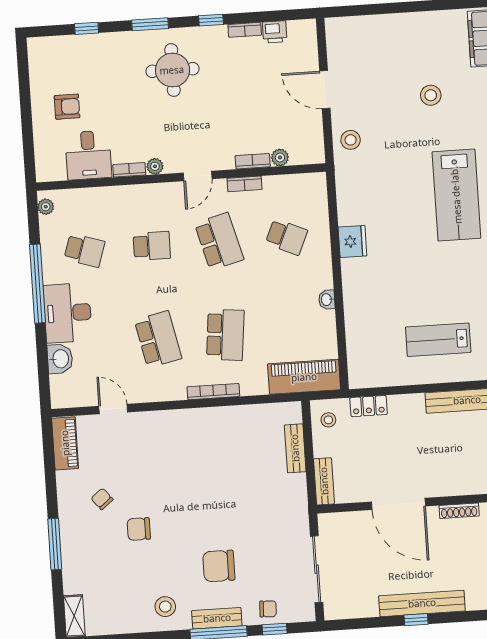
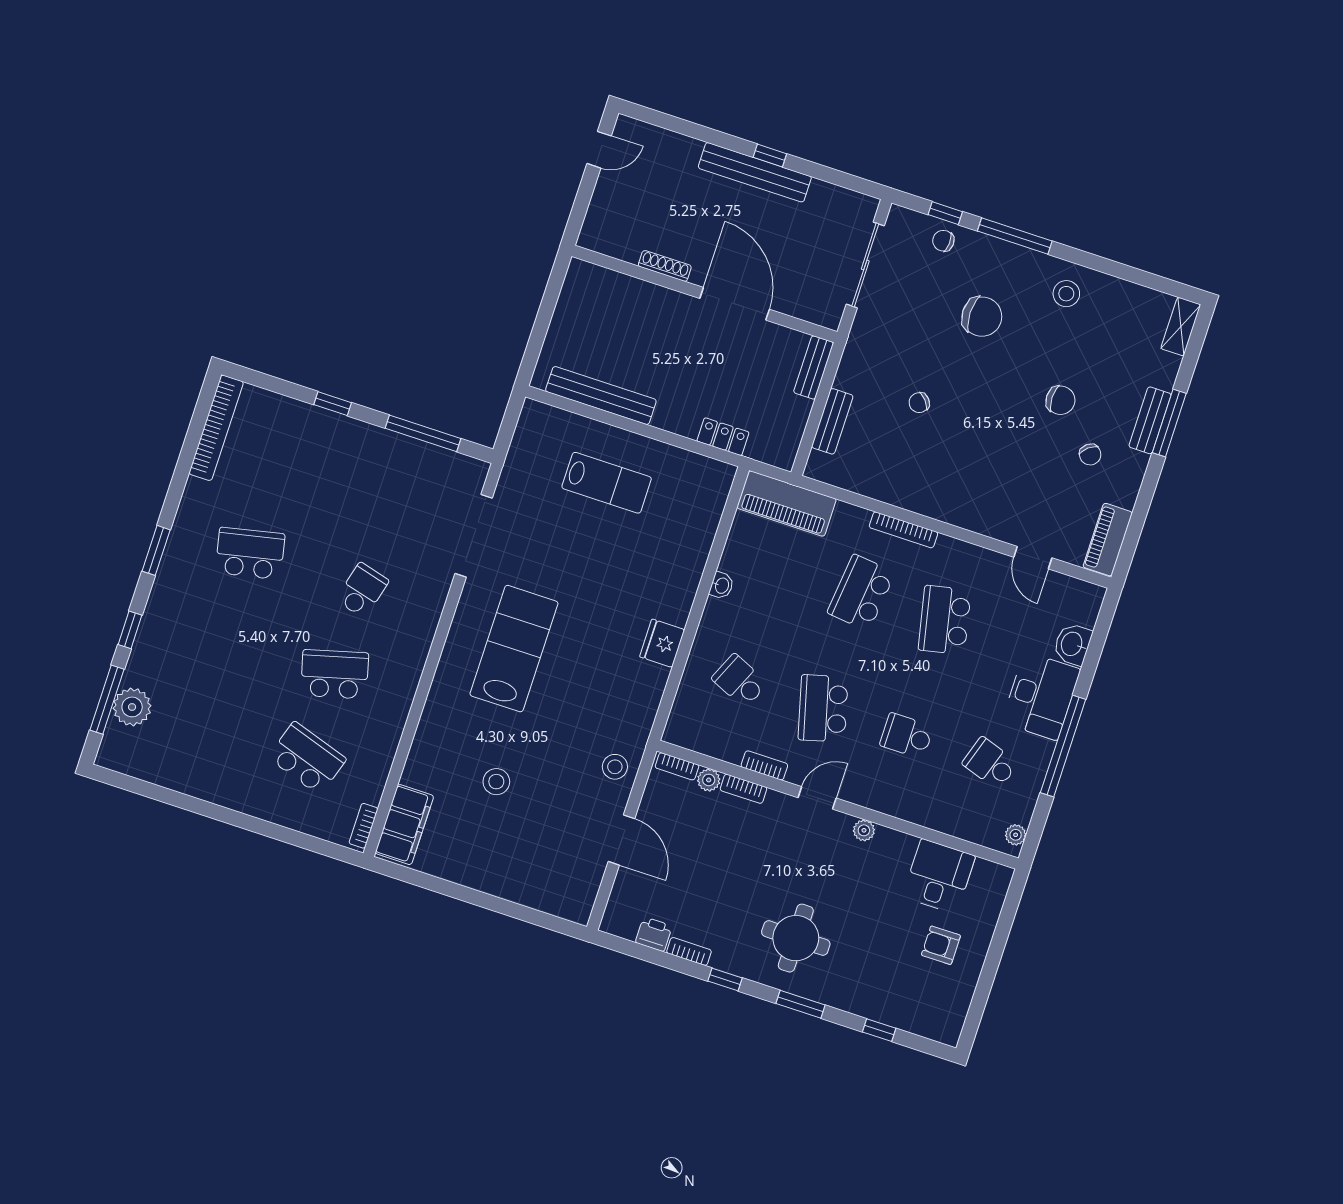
bookcase: (129, 170) -> (677, 766), moved
stool: (328, 420) -> (778, 440), removed
chair: (239, 487) -> (919, 403), added
bench: (217, 618) -> (1150, 420), moved, turned 90

